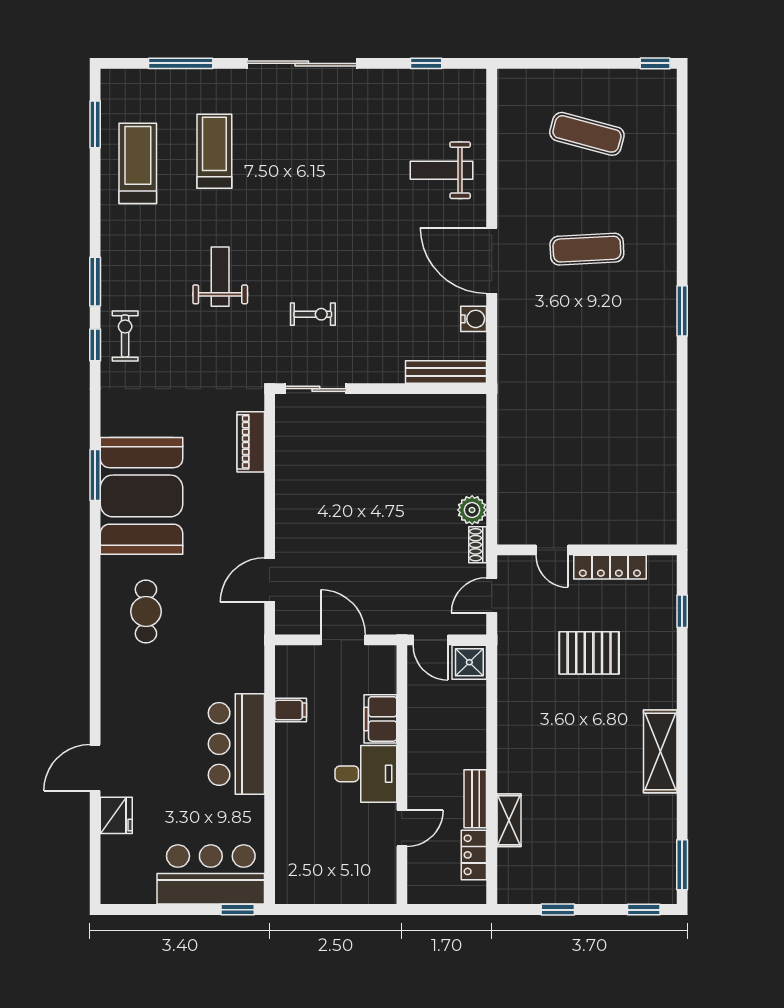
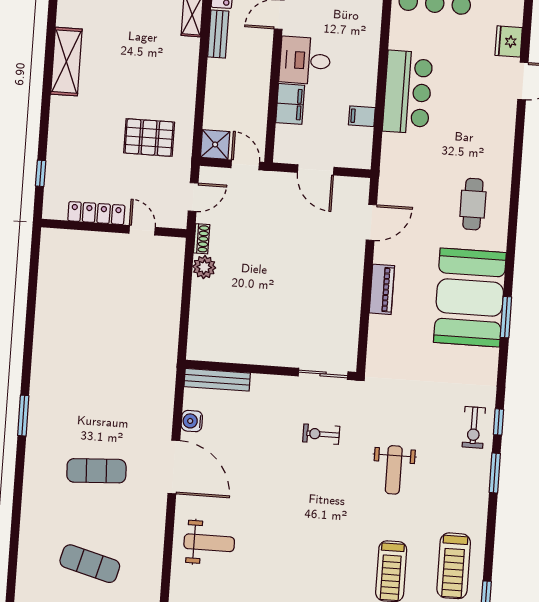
piano: (251, 442) -> (382, 289), moved
pallet: (589, 653) -> (149, 138), moved

